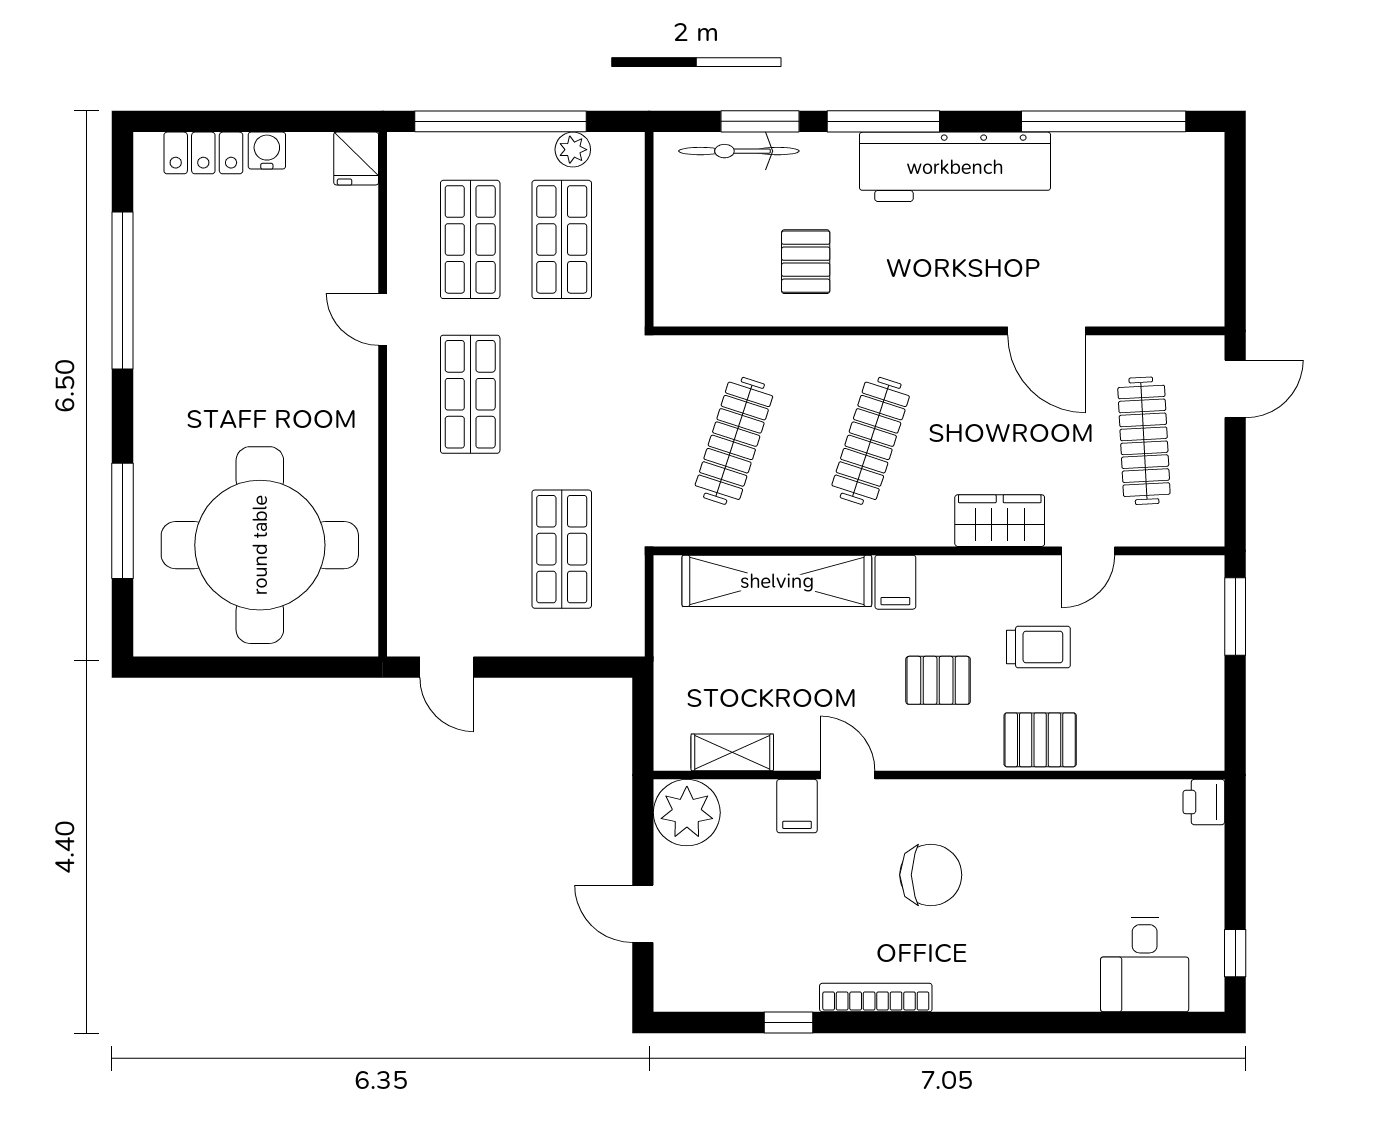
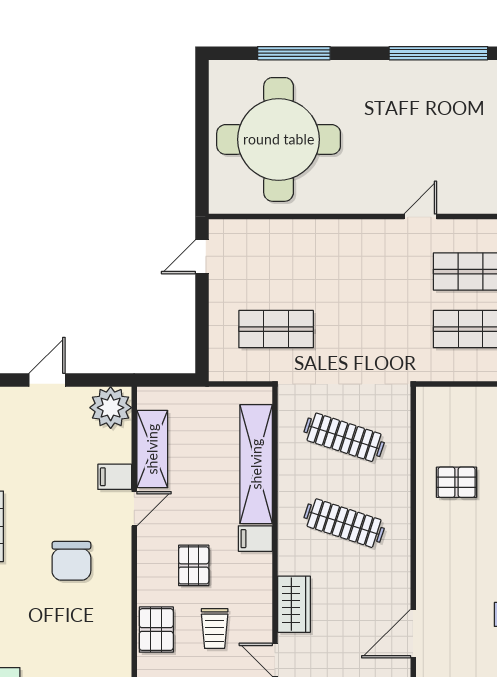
shop shelf: (470, 394) -> (373, 272), removed
shelving: (732, 752) -> (152, 449), width x1.50, depth x1.33

